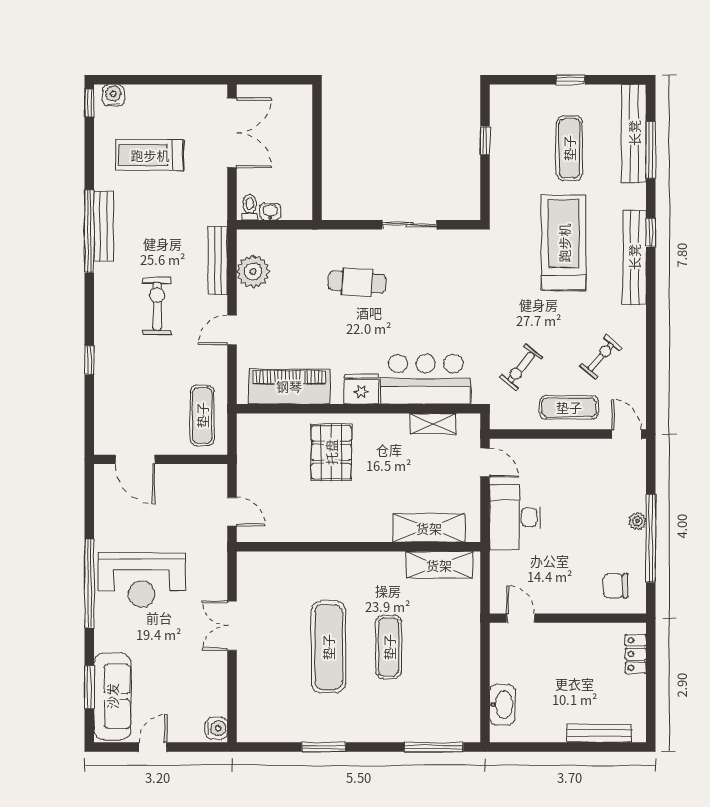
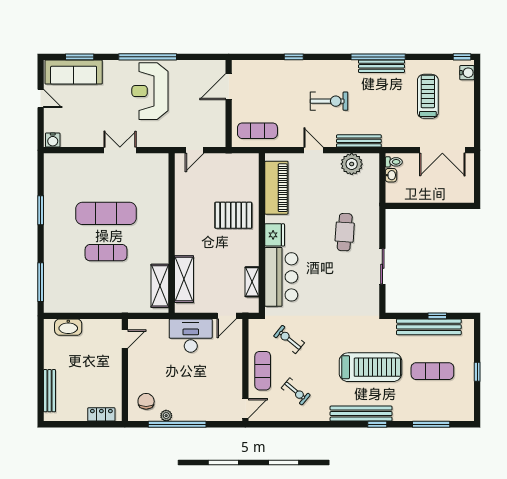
bench: (634, 133) -> (429, 327), moved
plant: (637, 521) -> (166, 416), moved

